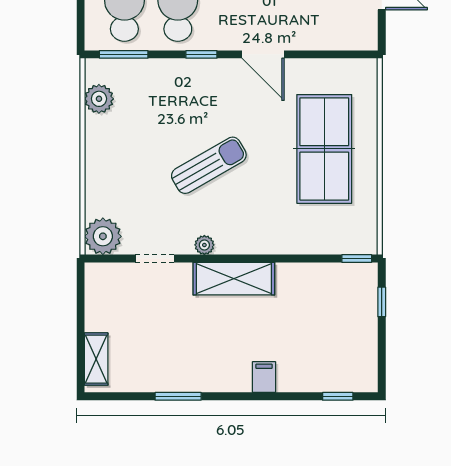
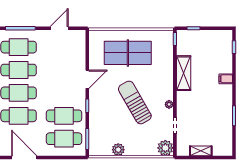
plant: (99, 99) -> (118, 150), moved
sun lounger: (209, 165) -> (135, 102), width x1.36, depth x1.34
shelving: (234, 279) -> (184, 73), moved
shelving: (96, 359) -> (201, 151), moved

